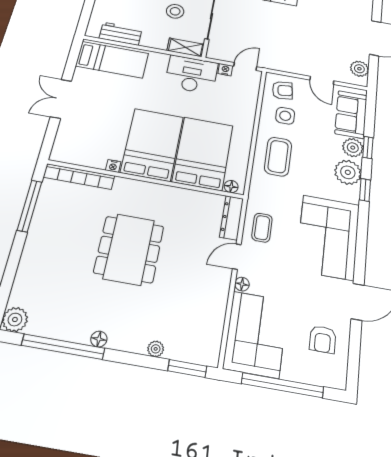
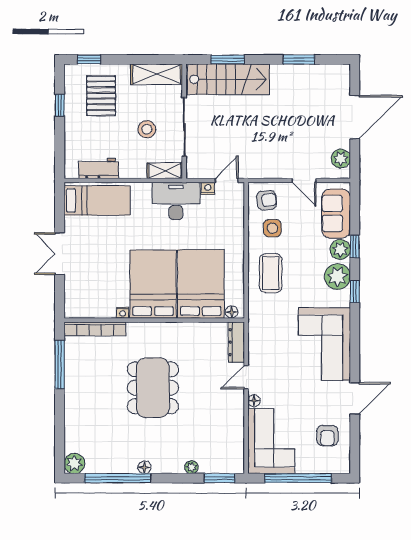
coffee table: (262, 228) -> (265, 346), removed

